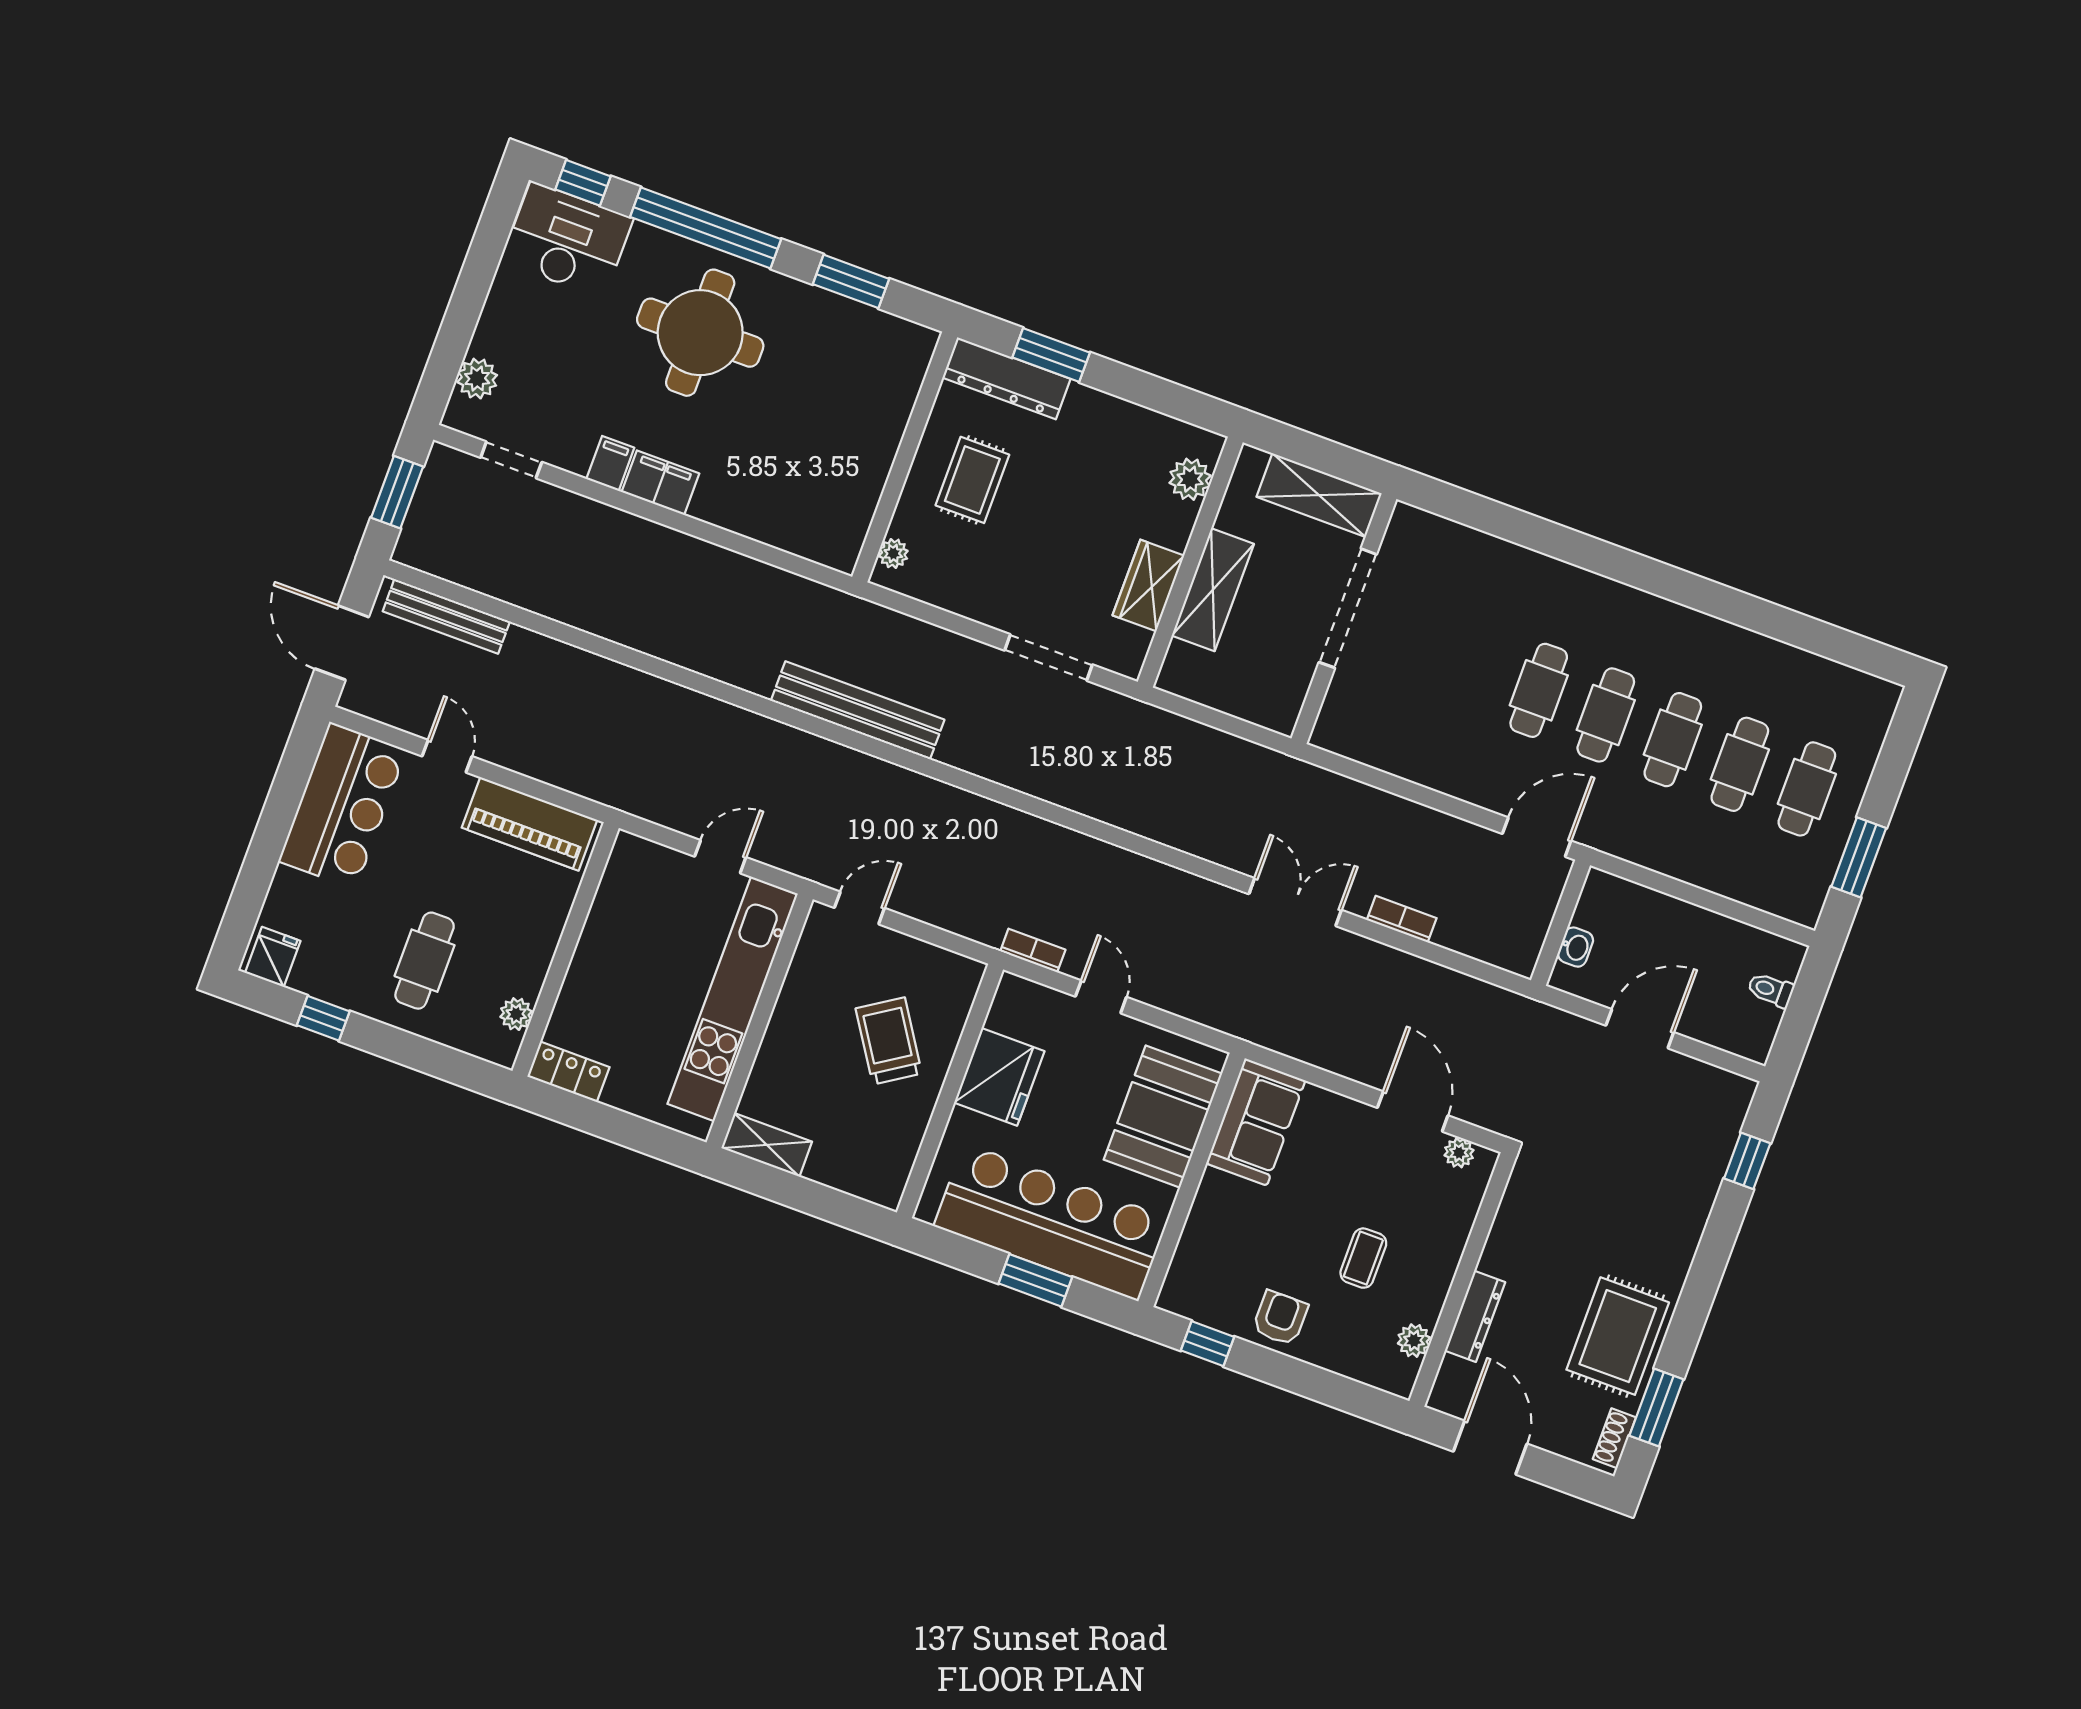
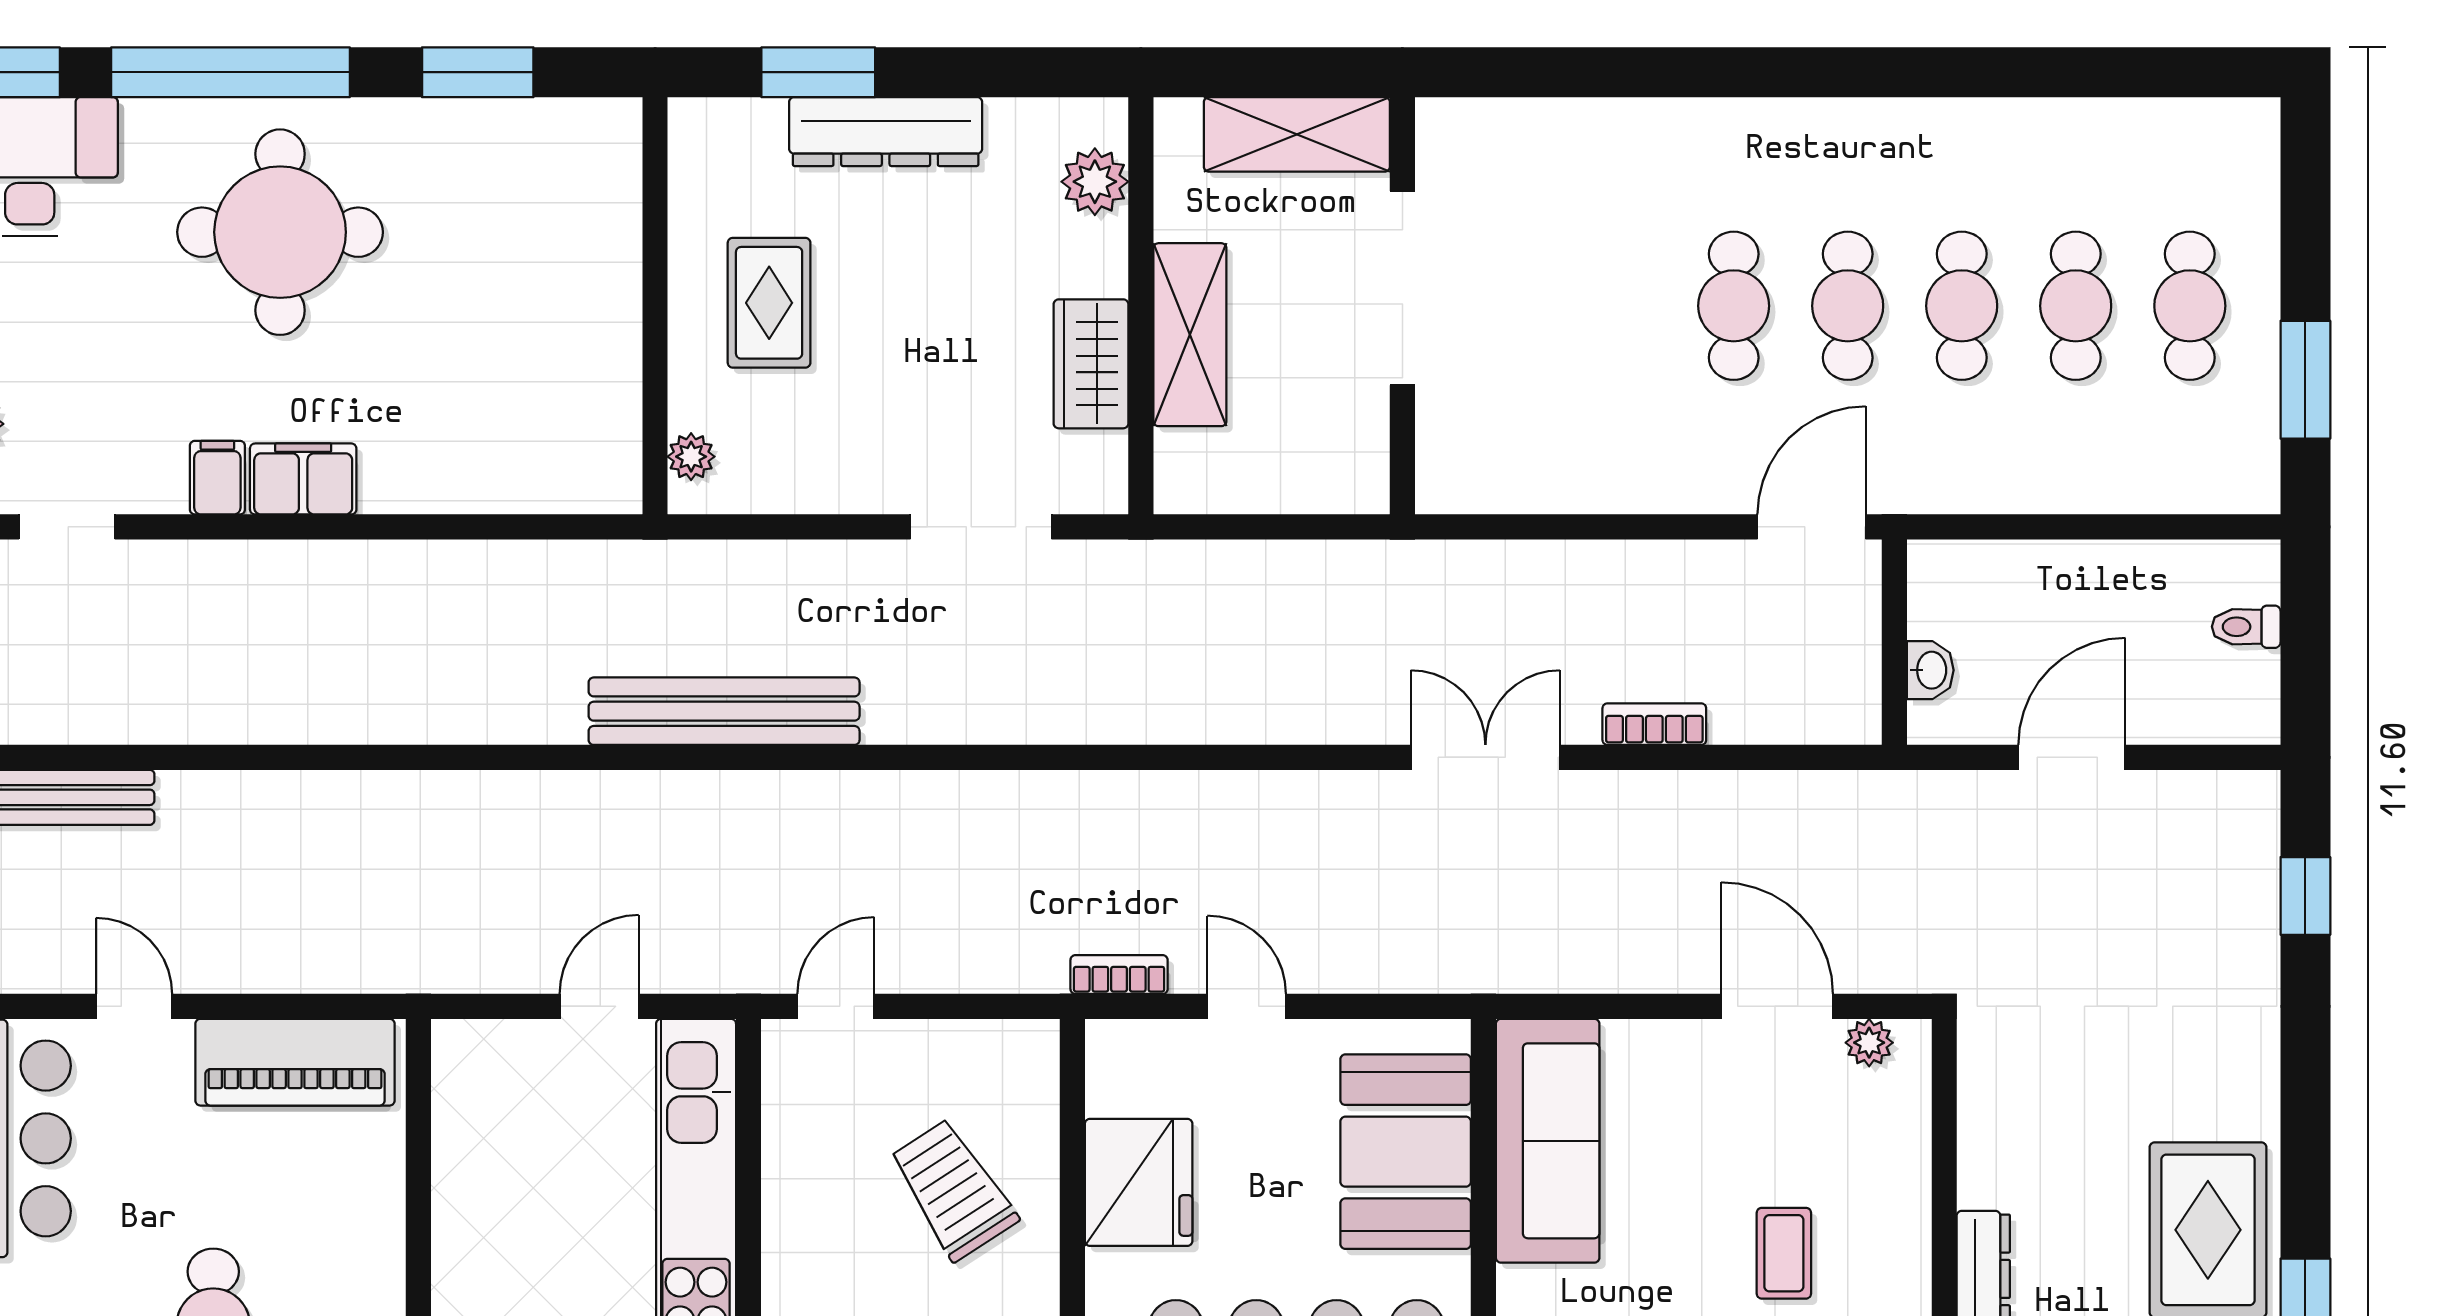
dresser: (1006, 378) -> (886, 132), moved
sofa: (1256, 1122) -> (1548, 1141), width x1.36

